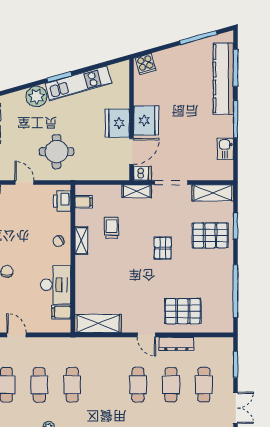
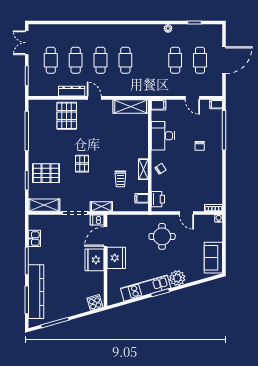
pallet: (183, 311) -> (67, 116), turned 90
filing cabinet: (61, 312) -> (159, 105), moved
cafe table: (72, 385) -> (125, 60), moved

